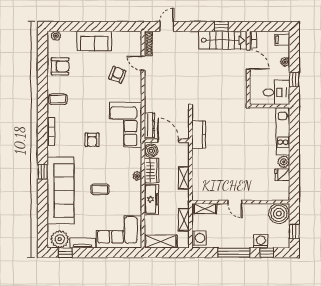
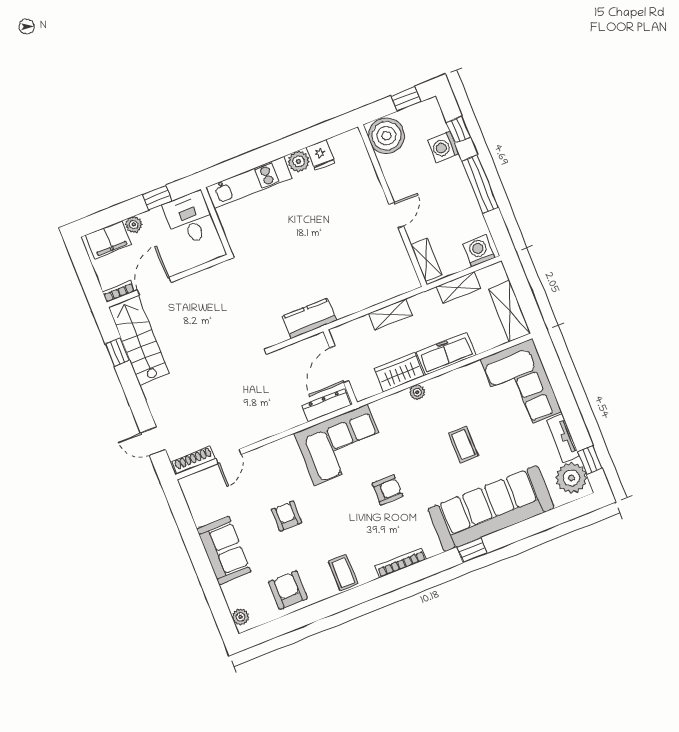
filing cabinet: (282, 40) -> (108, 240), width x2.00
armchair: (117, 75) -> (287, 516), moved, turned 69
boiler: (151, 151) -> (367, 386), removed

